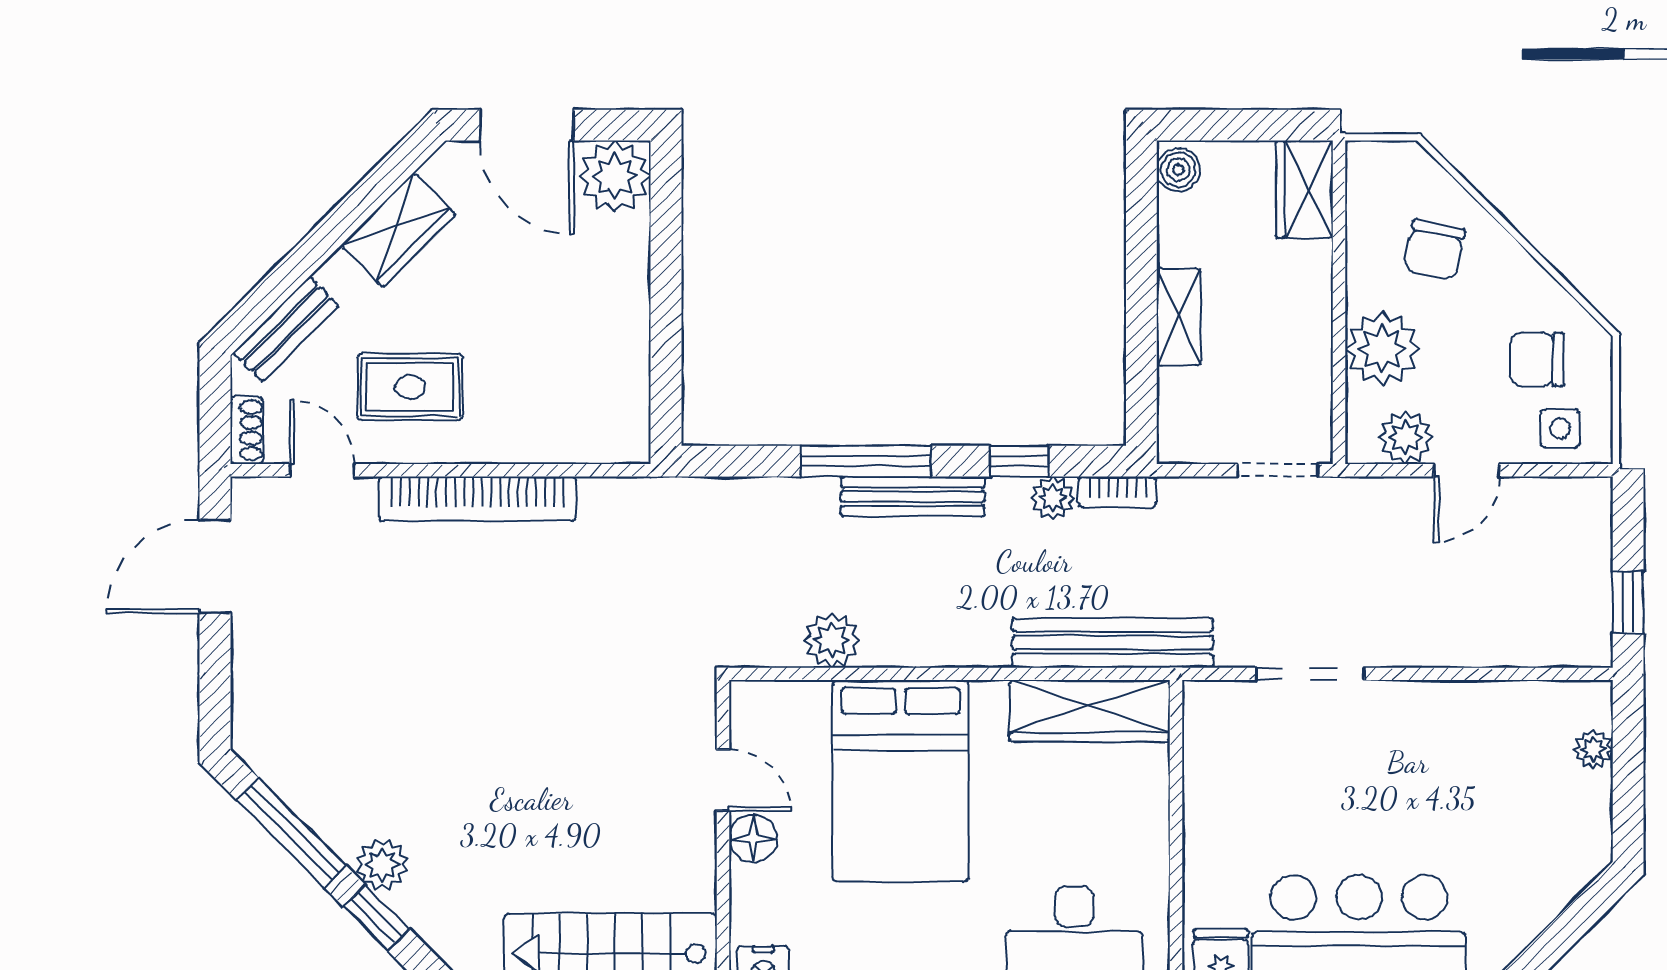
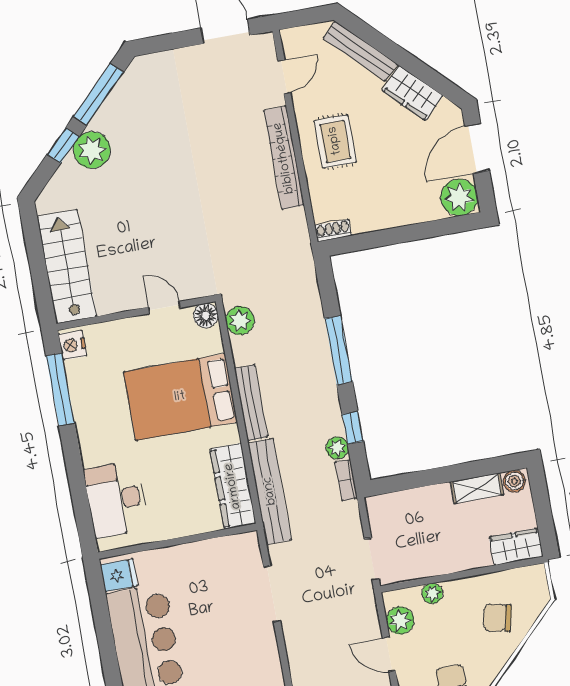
shelving: (1179, 317) -> (477, 488), moved
bench: (286, 329) -> (360, 51), width x1.36
plant: (1382, 349) -> (432, 593), width x0.53, depth x0.53
rug: (410, 387) -> (335, 141), moved
shoe rack: (247, 430) -> (333, 231), moved, turned 180
bench: (913, 497) -> (251, 403), moved
plant: (832, 640) -> (240, 321), moved
door: (723, 780) -> (165, 307), swing flipped
floor lamp: (753, 839) -> (206, 316), moved
plant: (382, 865) -> (92, 150), width x1.36, depth x1.36

